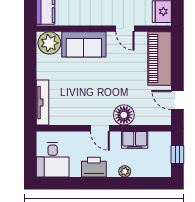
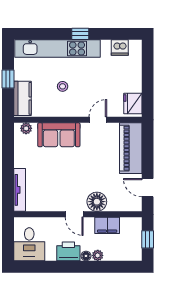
door: (125, 29) -> (98, 120), swing flipped
plant: (49, 43) -> (26, 128), width x0.53, depth x0.53
floor lamp: (112, 172) -> (86, 256), added

